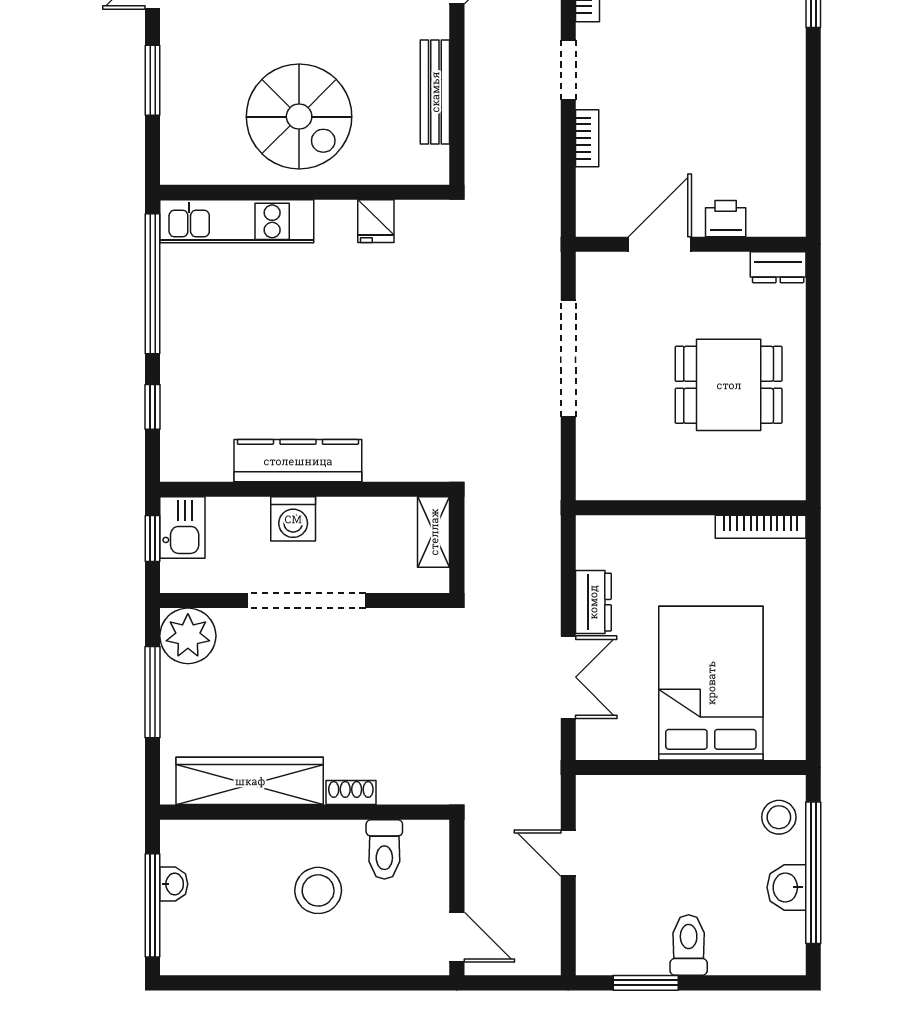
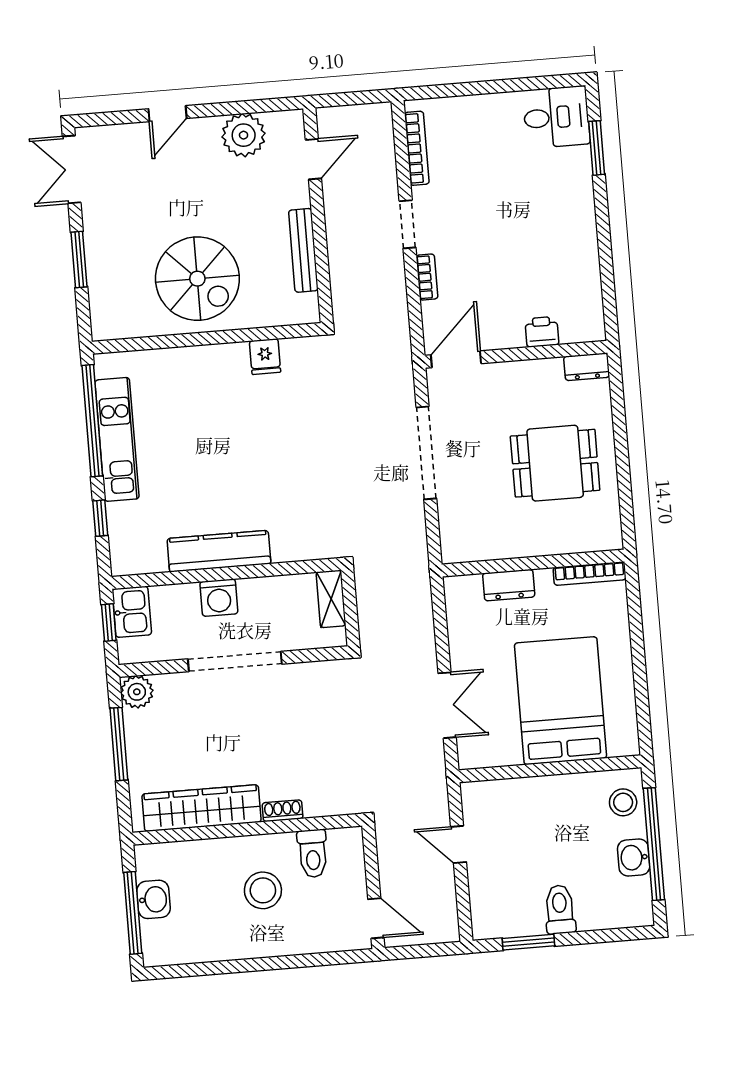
kitchen unit: (237, 221) -> (117, 439), moved, turned -90
door: (660, 244) -> (456, 359), moved
dresser: (593, 602) -> (509, 585), moved, turned 90
plant: (188, 636) -> (137, 692), width x0.73, depth x0.73
washbasin: (174, 884) -> (154, 899), width x1.38, depth x1.45

